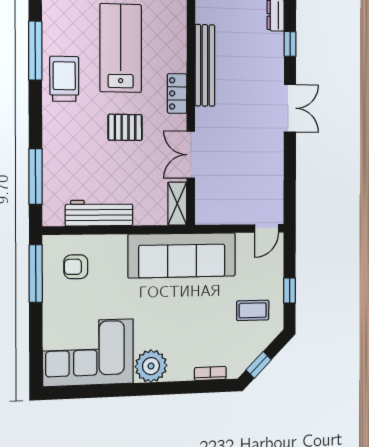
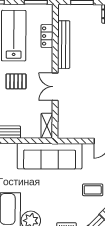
locker: (177, 93) -> (47, 36), moved
double door: (191, 155) -> (55, 87), moved

